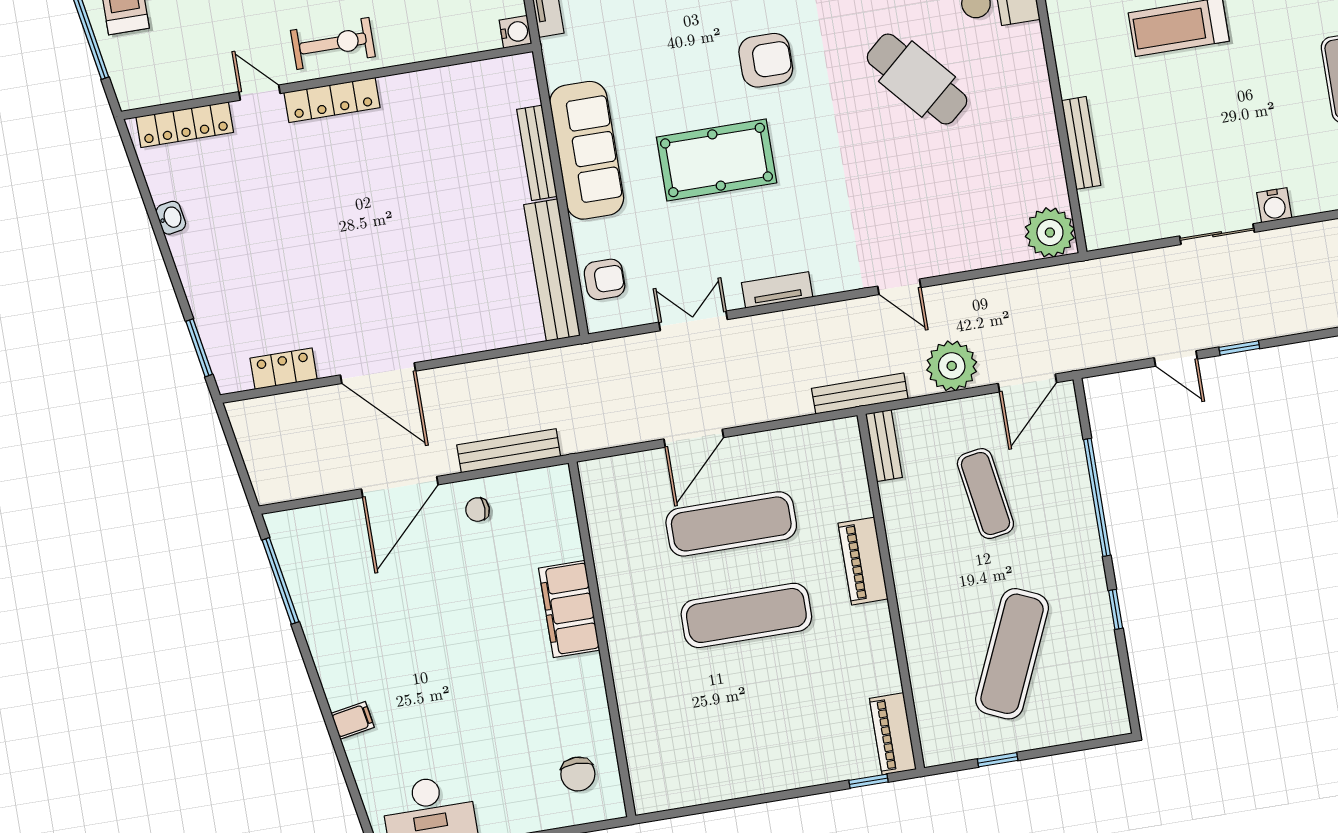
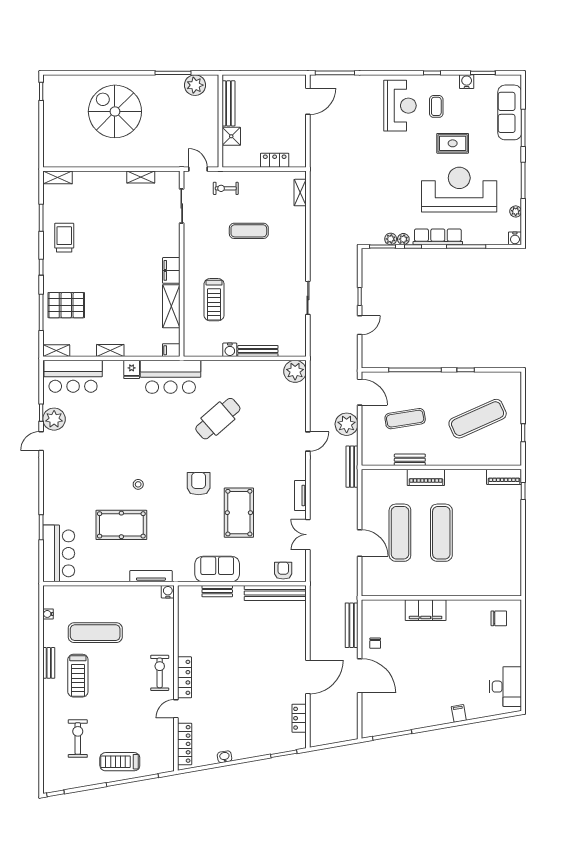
sofa: (587, 150) -> (217, 569), width x0.73
bench: (537, 153) -> (217, 591), width x0.73
water cooler: (1274, 205) -> (230, 350), moved, turned 90
bench: (884, 446) -> (410, 460), moved
exercise mat: (1012, 654) -> (478, 419), turned -48

